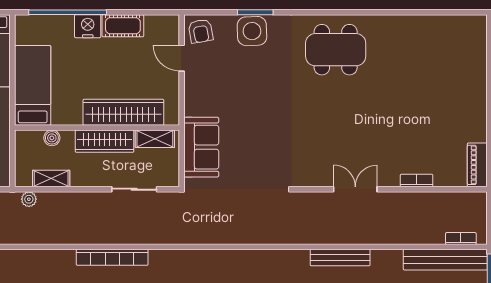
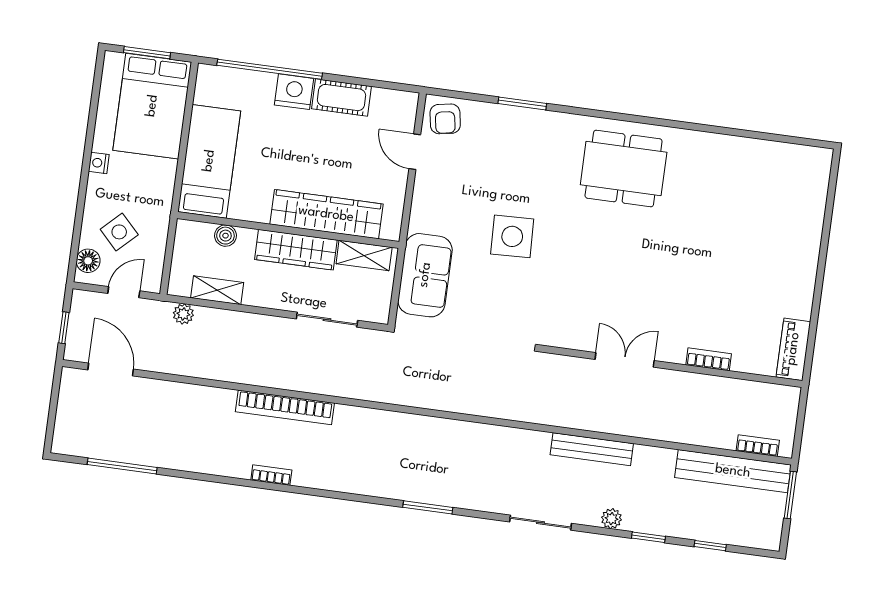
side table: (252, 31) -> (512, 236), moved

